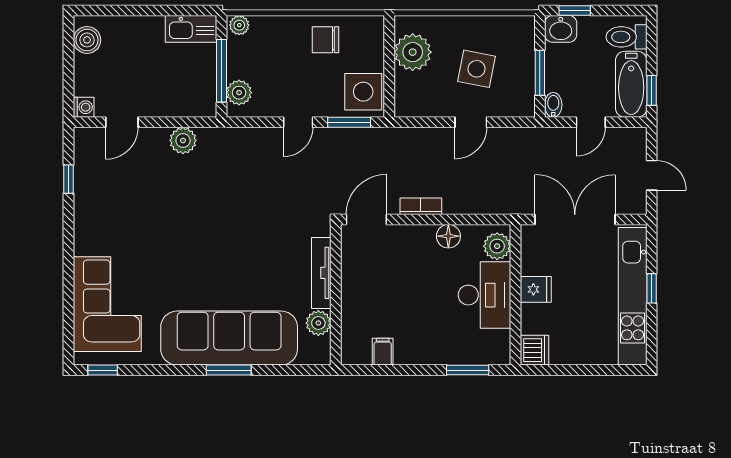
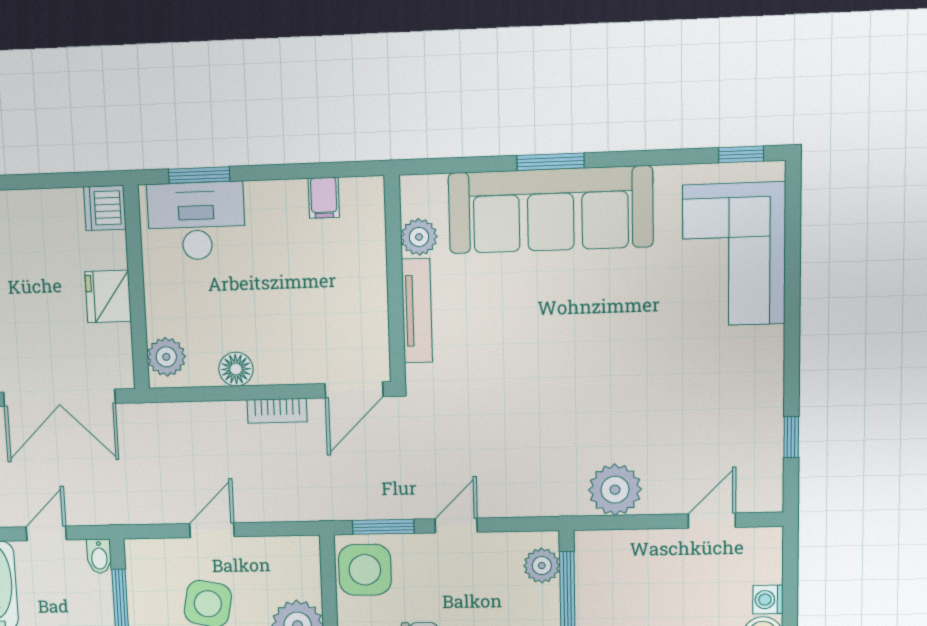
washing machine: (84, 107) -> (768, 600), moved
plant: (183, 140) -> (615, 490), width x1.36, depth x1.36
fridge: (536, 289) -> (108, 296), width x1.38
desk: (485, 295) -> (196, 221), moved, turned 90

